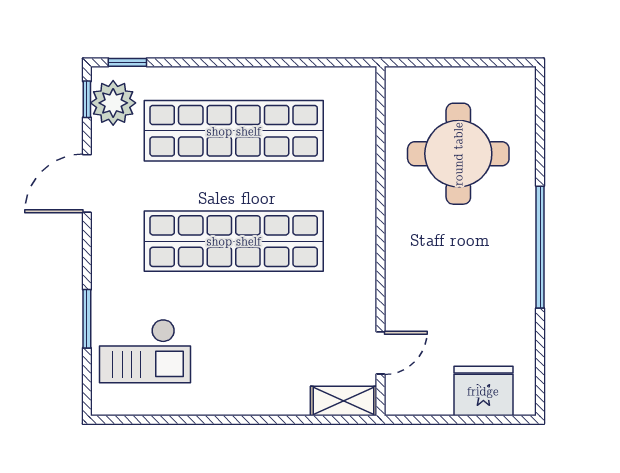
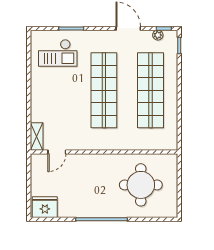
plant: (113, 103) -> (158, 35), width x0.53, depth x0.53
checkout: (145, 351) -> (58, 53), turned -90
door: (380, 353) -> (57, 152), hinge flipped
fridge: (483, 391) -> (45, 207), moved, turned -90

